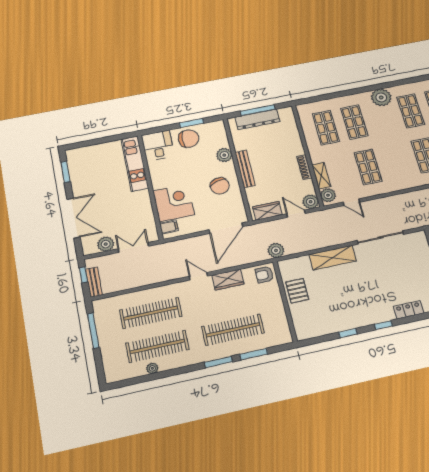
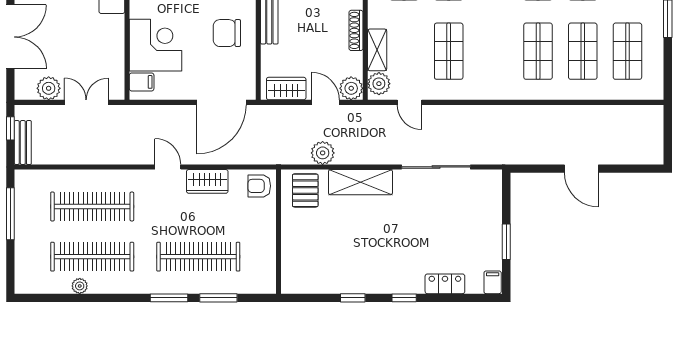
chair: (220, 186) -> (227, 33), turned 107
plant: (276, 250) -> (323, 153), moved
pallet: (297, 291) -> (305, 190), moved

